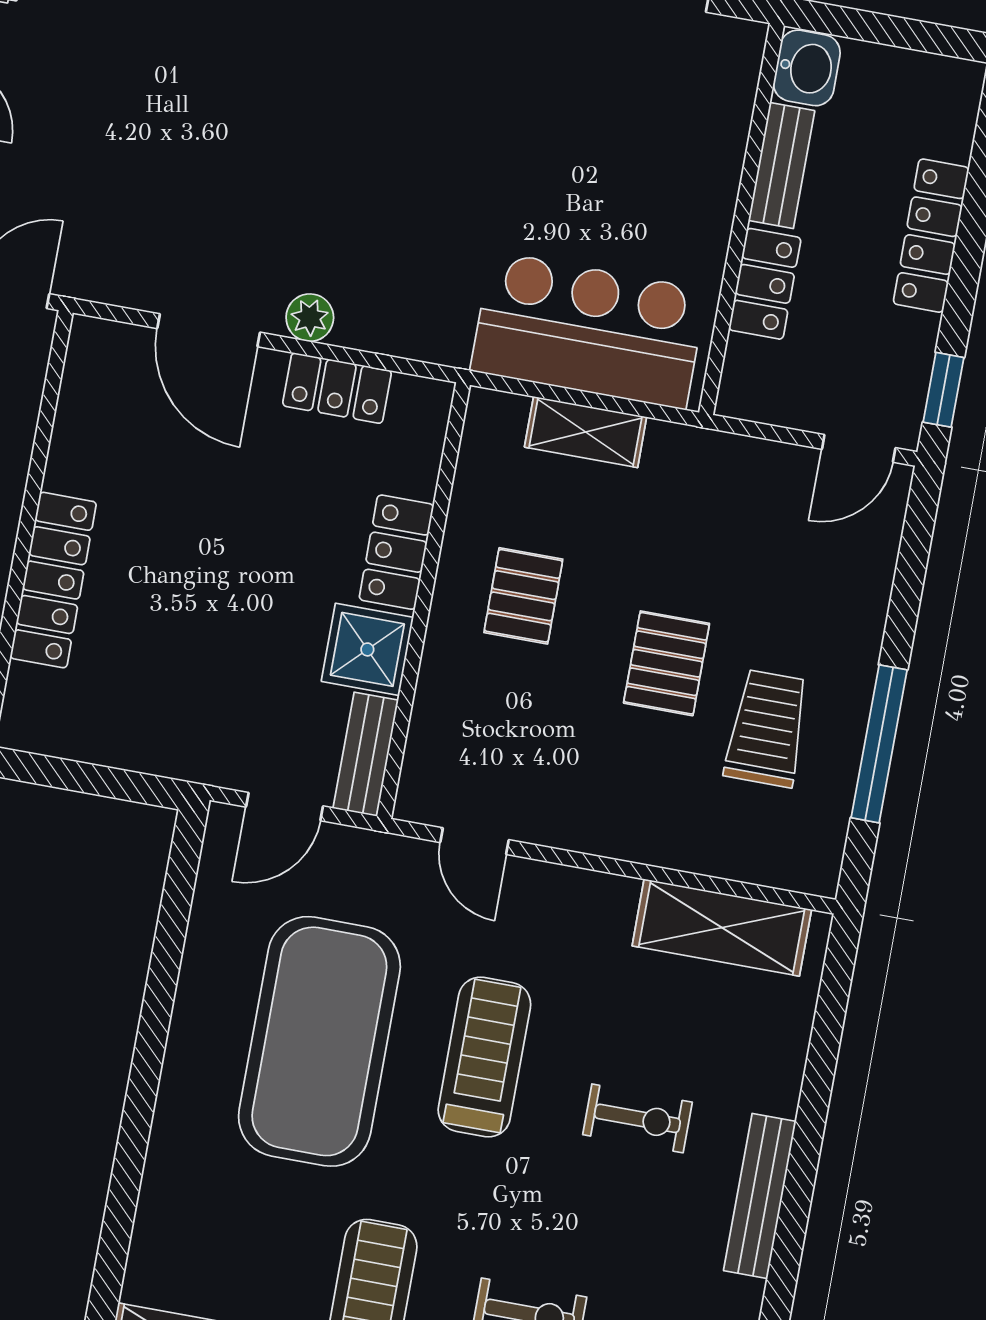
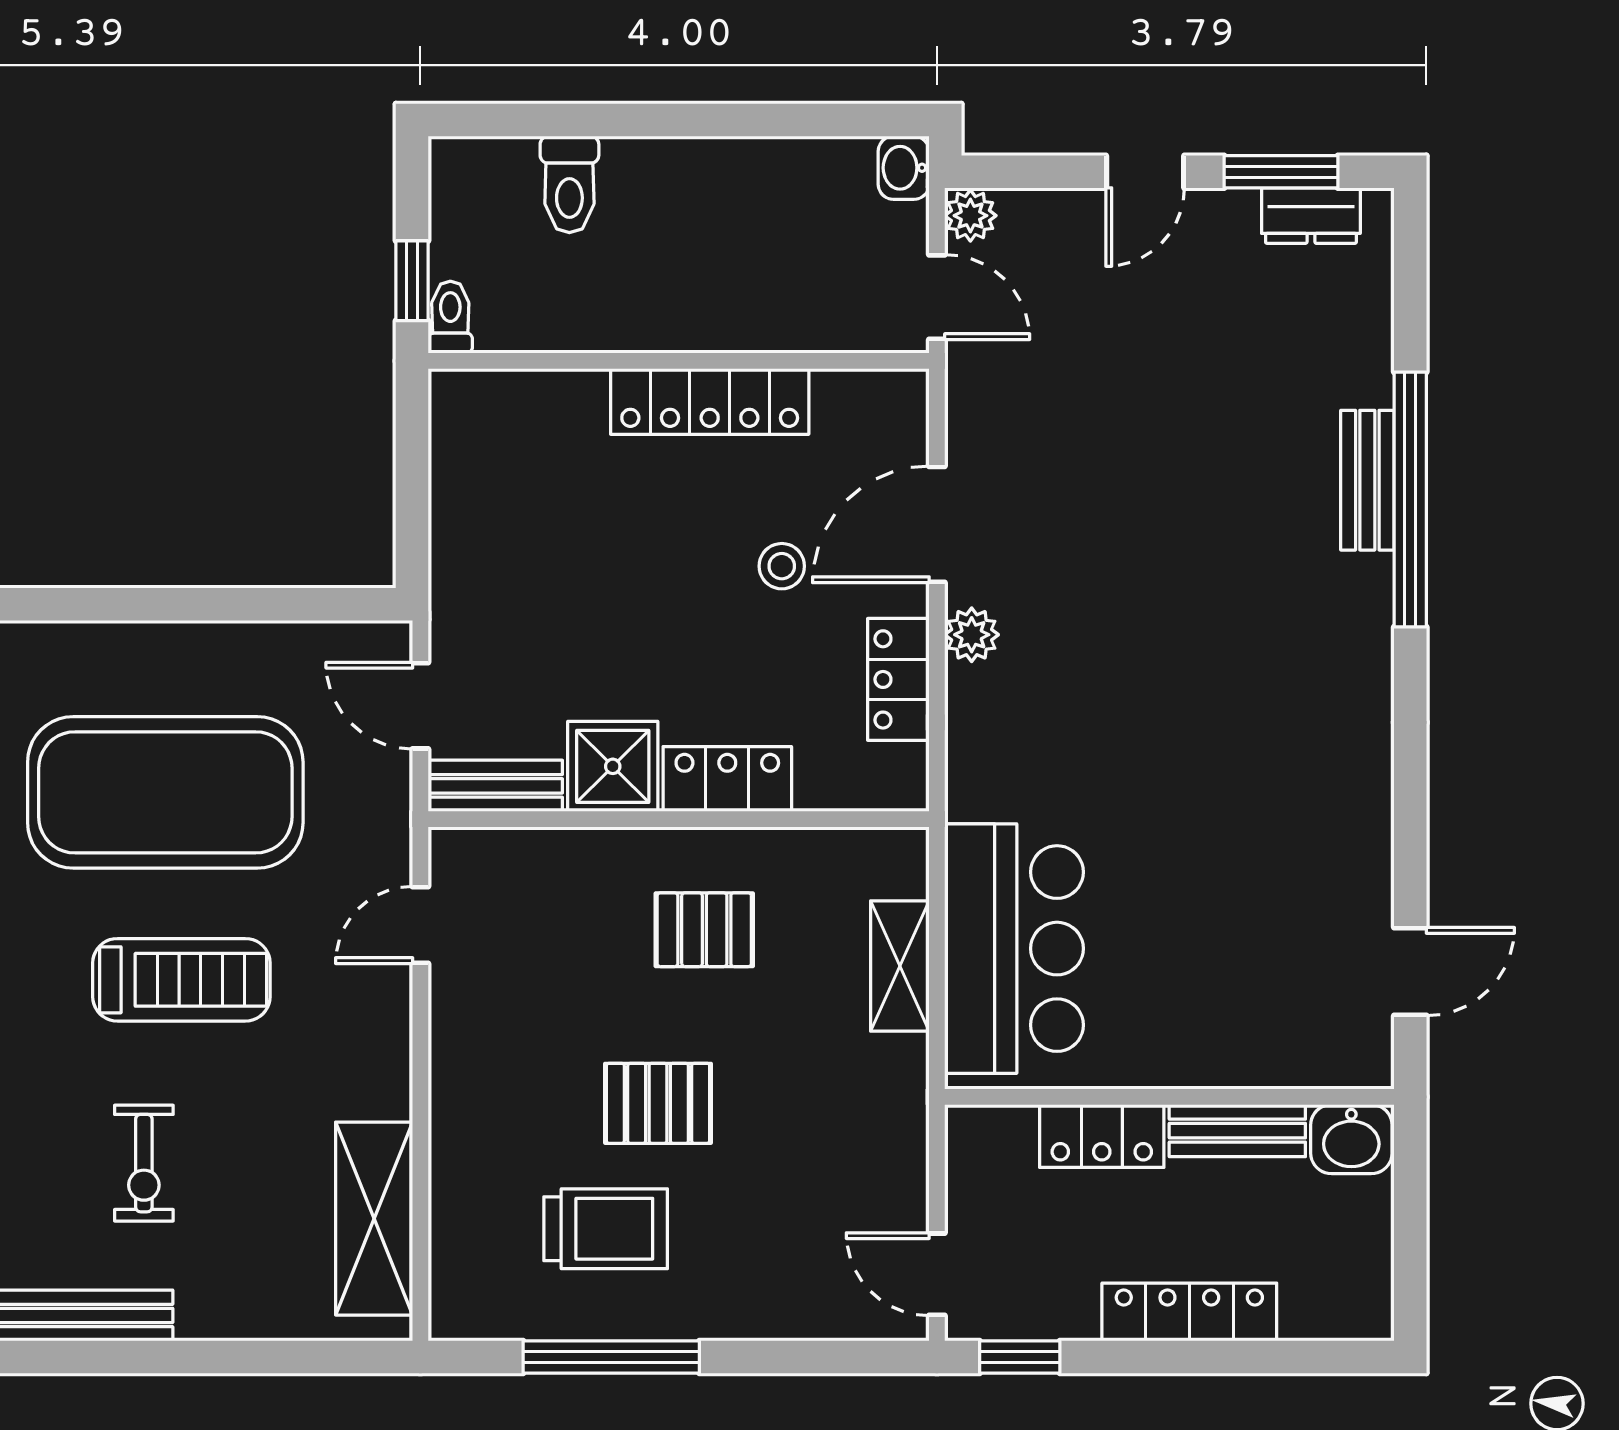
stool: (220, 471) -> (782, 566), added
locker: (53, 580) -> (710, 401), moved

